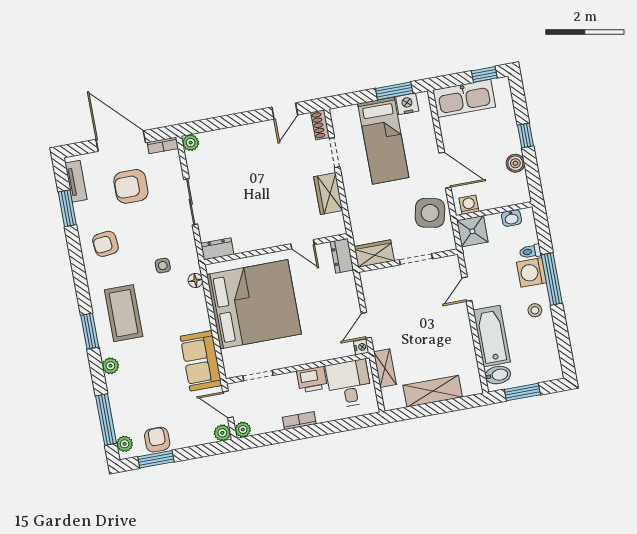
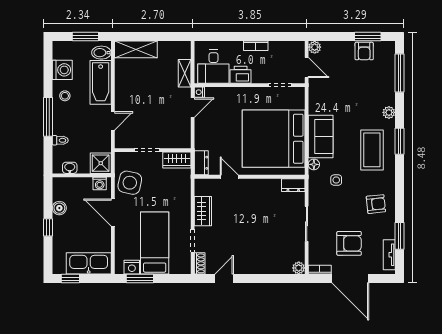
washing machine: (532, 272) -> (62, 70), moved
sofa: (201, 361) -> (321, 137), moved
shelving: (433, 391) -> (136, 49), moved
plant: (243, 430) -> (299, 47), removed
plant: (125, 444) -> (389, 52), removed

